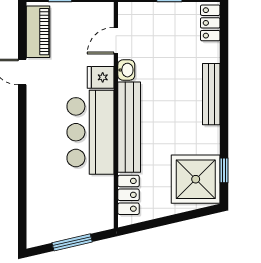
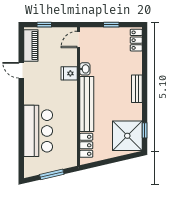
door: (116, 41) -> (79, 39), moved
bench: (211, 94) -> (137, 89), width x0.73
bar counter: (90, 132) -> (38, 131), moved, turned 180

